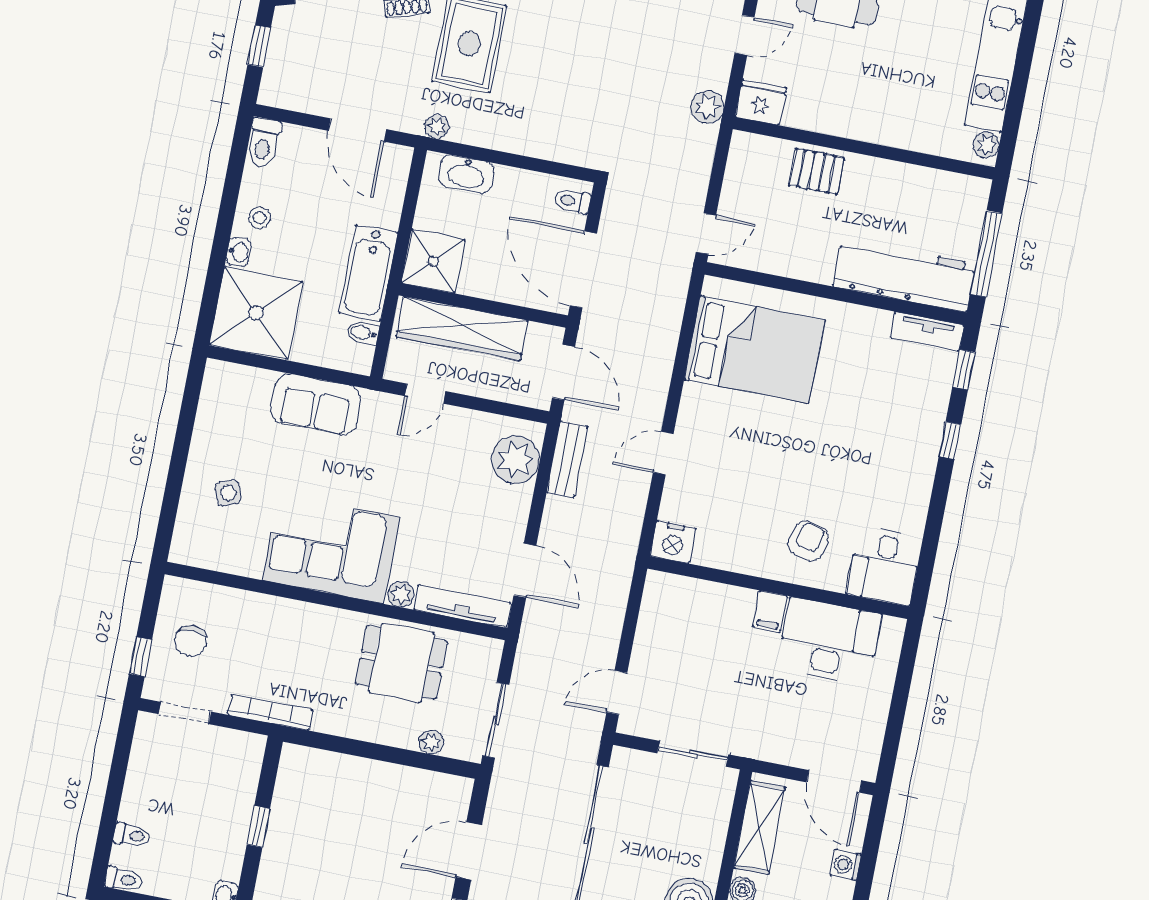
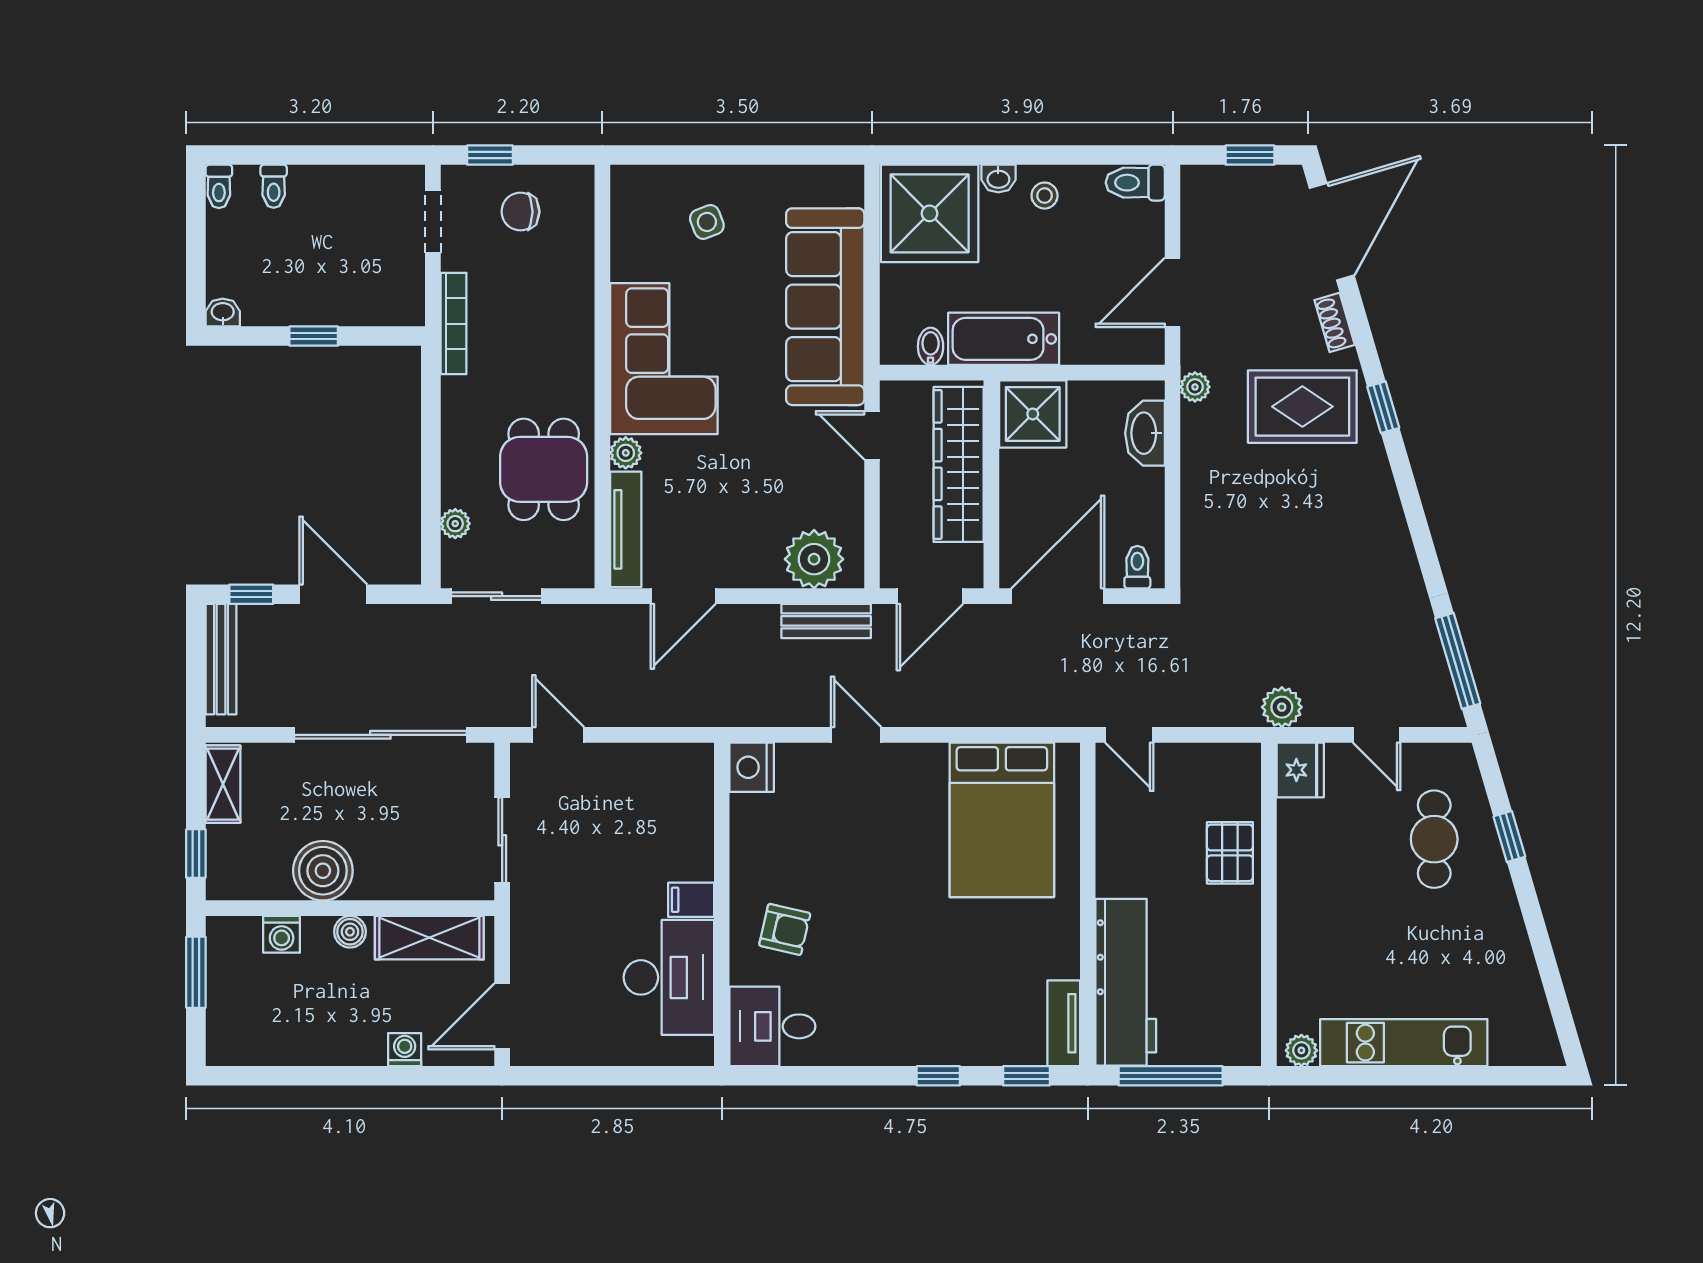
sofa: (316, 404) -> (825, 307), width x1.85, depth x1.27

